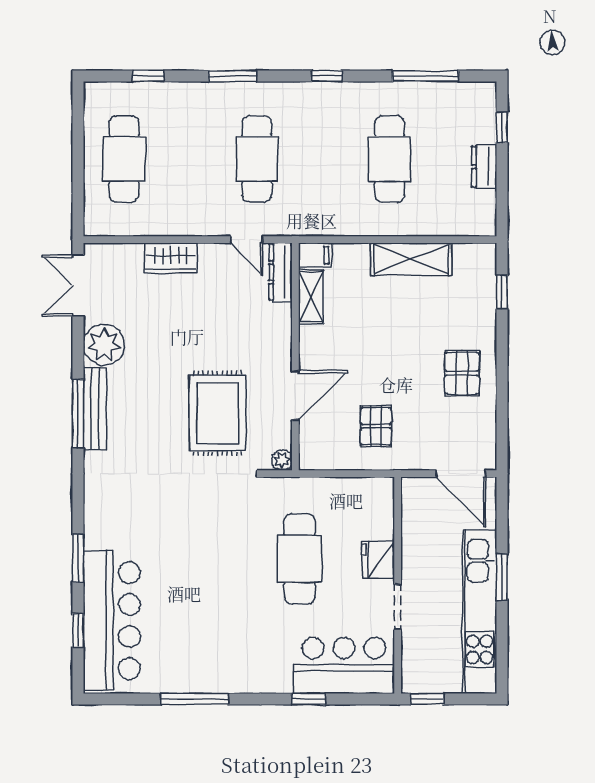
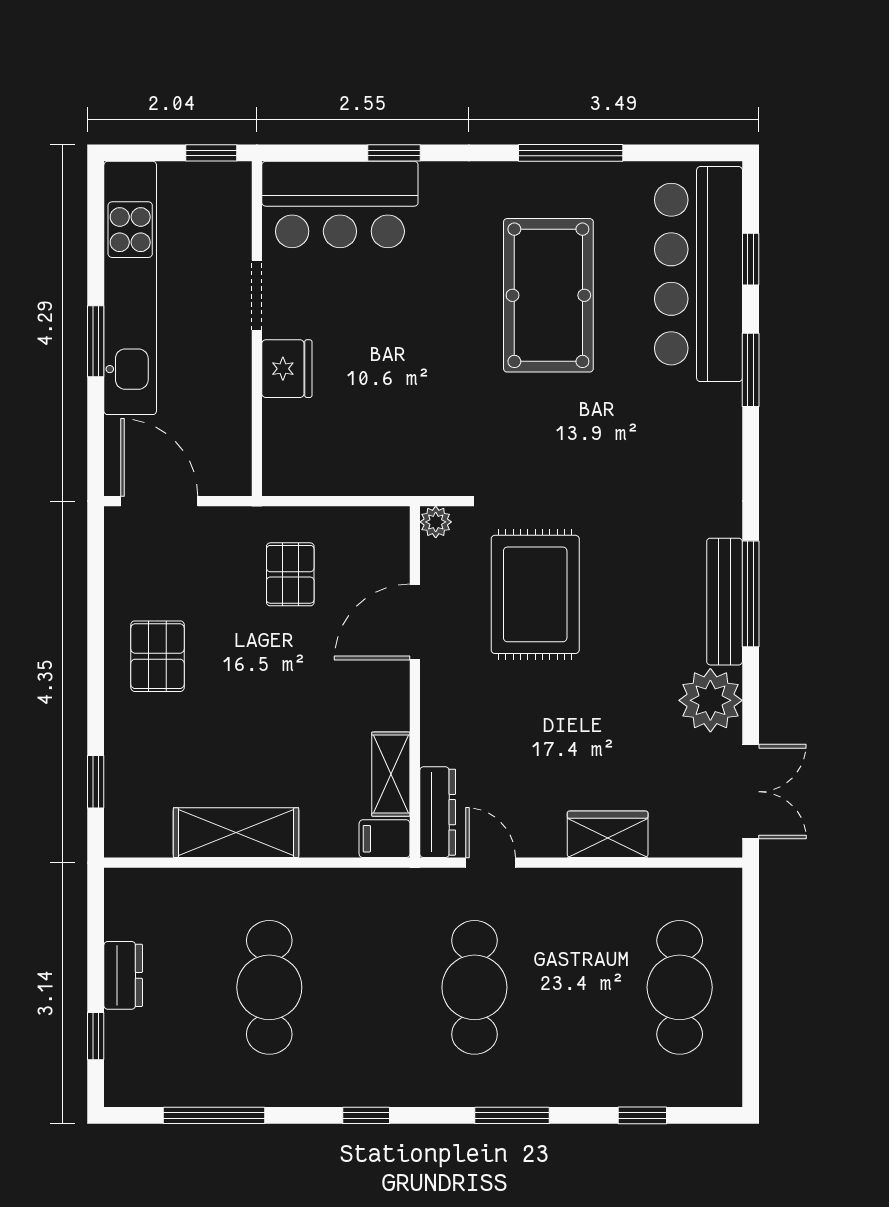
cafe table: (300, 559) -> (408, 369), removed
pool table: (209, 607) -> (548, 295), added

